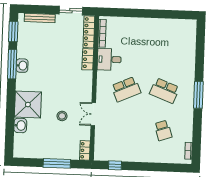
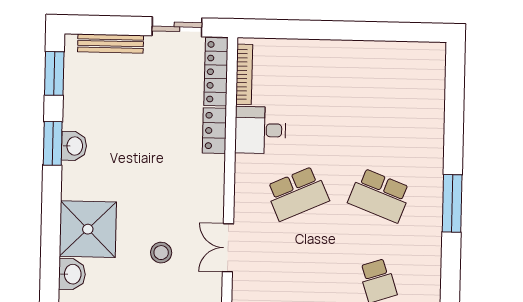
window: (12, 64) -> (53, 143), width x0.69

